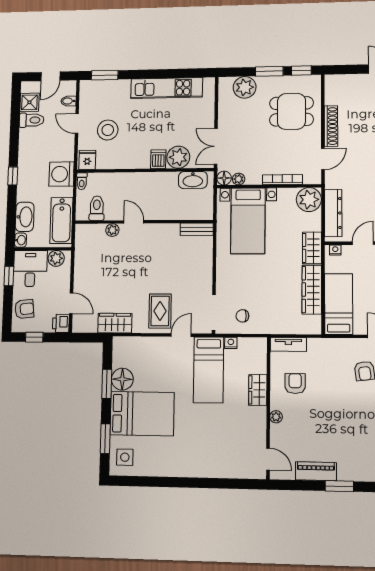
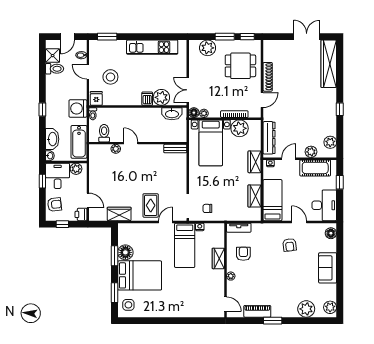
plant: (309, 200) -> (240, 128), moved
wardrobe: (312, 290) -> (255, 196), width x0.67

